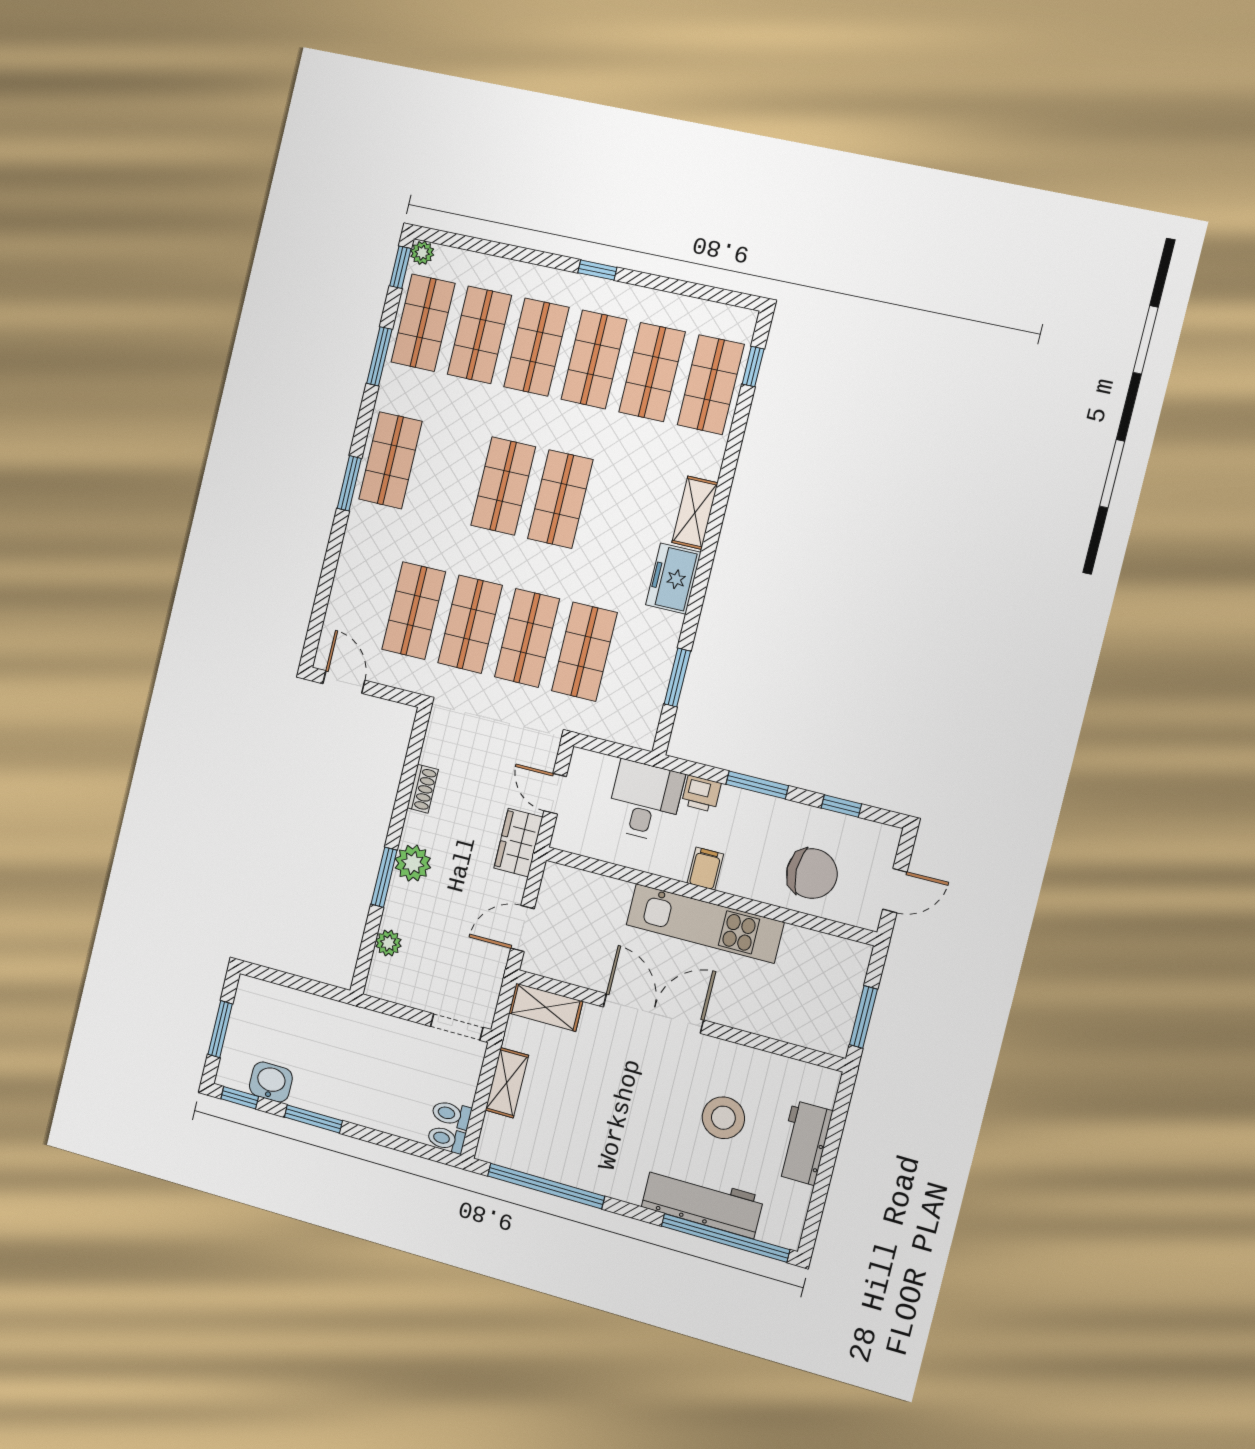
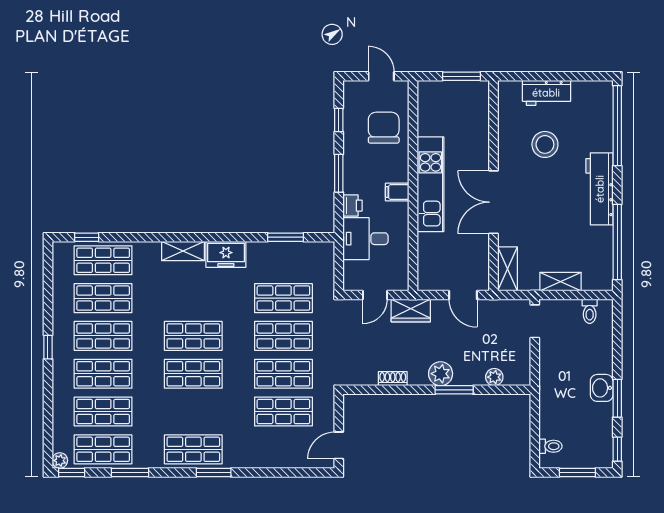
washbasin: (271, 1082) -> (602, 388), moved
toilet: (446, 1139) -> (550, 446), moved, turned -90
workbench: (702, 1202) -> (600, 189), moved

